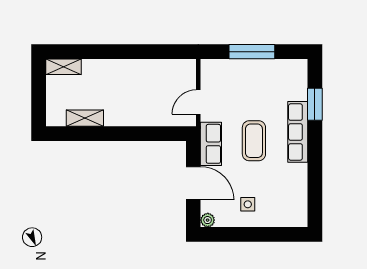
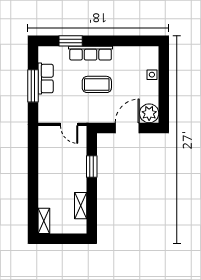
window: (140, 134) -> (92, 166), added
row of seats: (211, 144) -> (46, 79), moved, turned 90
side table: (248, 204) -> (152, 75), moved
plant: (208, 220) -> (149, 113), width x1.87, depth x1.87

